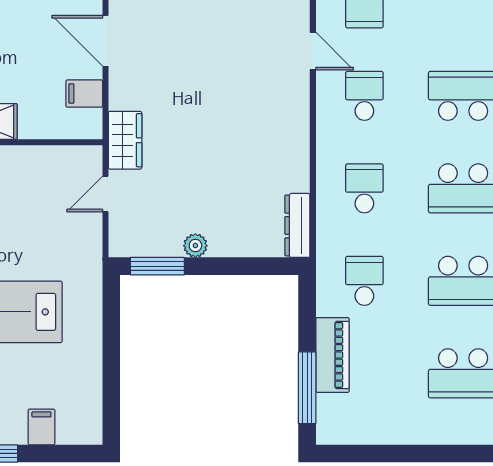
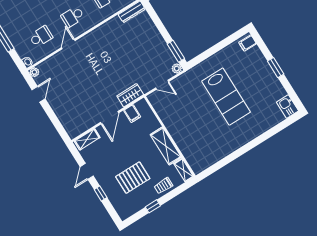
wardrobe: (125, 140) -> (130, 95), moved
plant: (195, 246) -> (177, 69), moved
filing cabinet: (41, 427) -> (248, 43), moved

